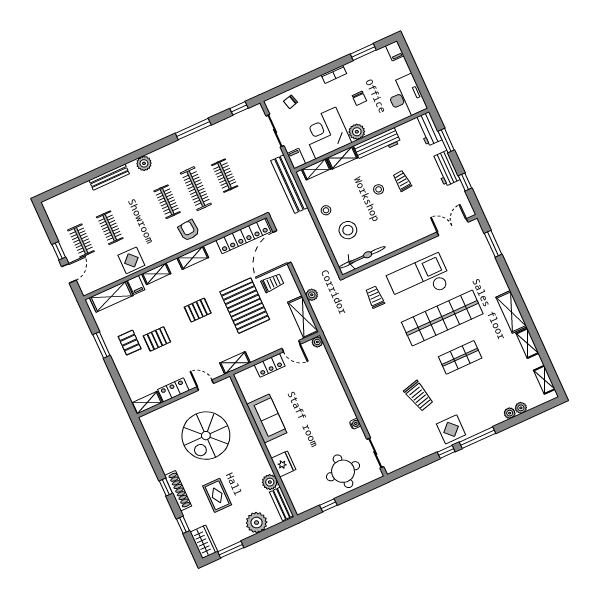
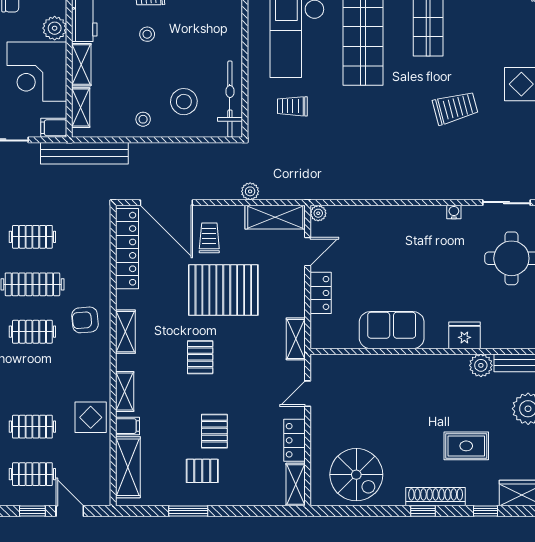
spiral stairs: (206, 436) -> (356, 475), moved, width x0.73, depth x0.73

